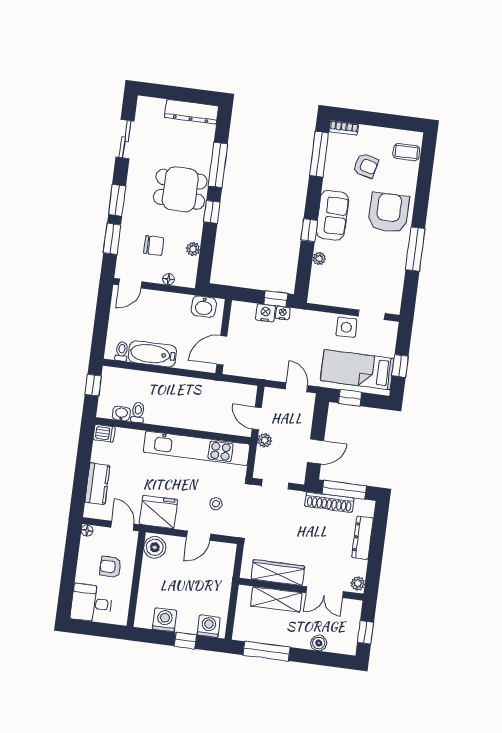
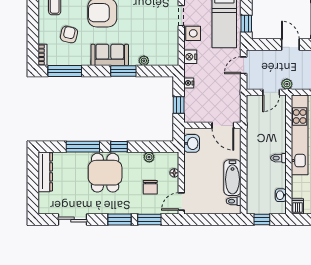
window: (309, 230) -> (123, 71), width x1.50
chair: (154, 246) -> (150, 187), turned 180
door: (130, 283) -> (181, 201), swing flipped
window: (276, 299) -> (179, 105), moved
nightstand: (265, 313) -> (190, 57), moved
toilet: (138, 413) -> (278, 158), moved

